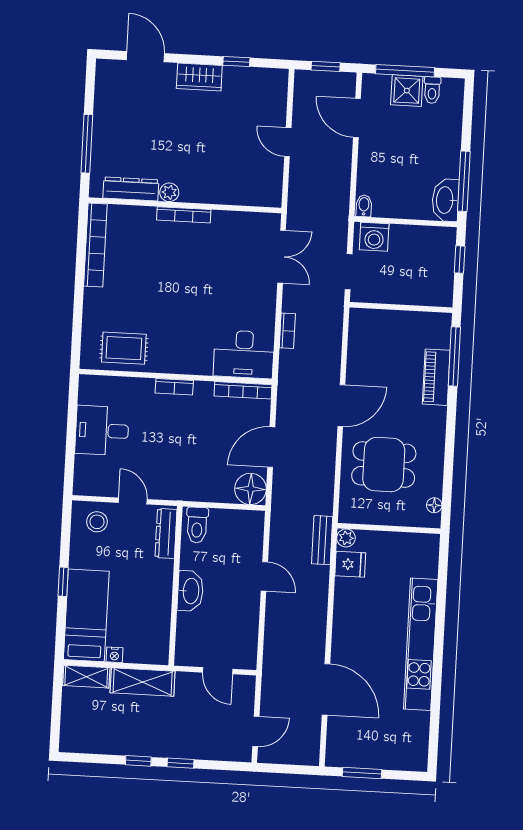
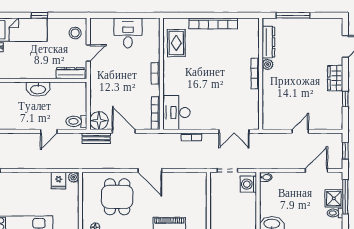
bookcase: (95, 245) -> (213, 23), moved
toilet: (197, 525) -> (76, 121), moved
bench: (322, 540) -> (96, 138), moved

